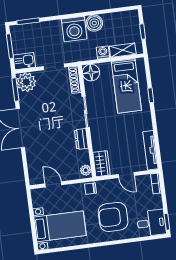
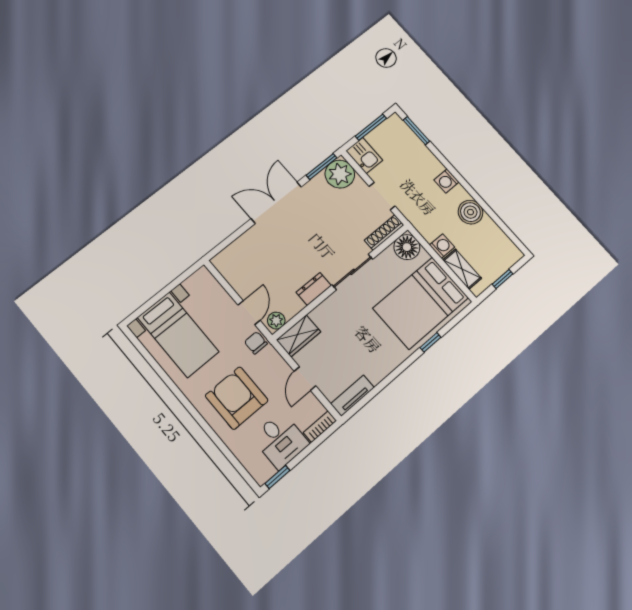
washing machine: (74, 29) -> (446, 181), width x0.53, depth x0.53
bed: (126, 86) -> (421, 303), width x1.50
tv unit: (151, 150) -> (352, 396), width x0.71
door: (53, 184) -> (249, 313), moved
desk: (151, 223) -> (280, 440), moved

